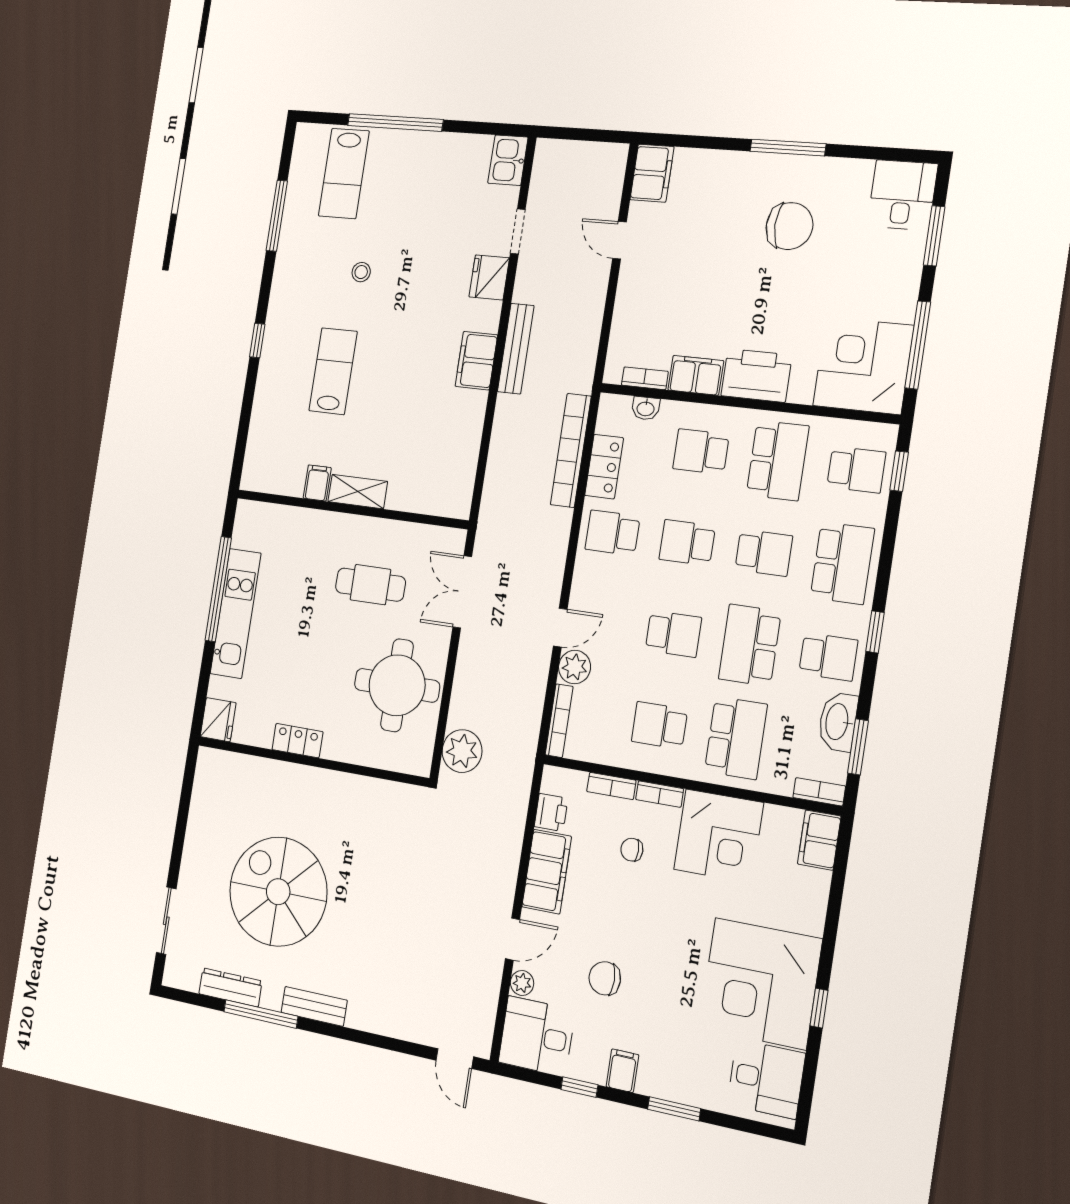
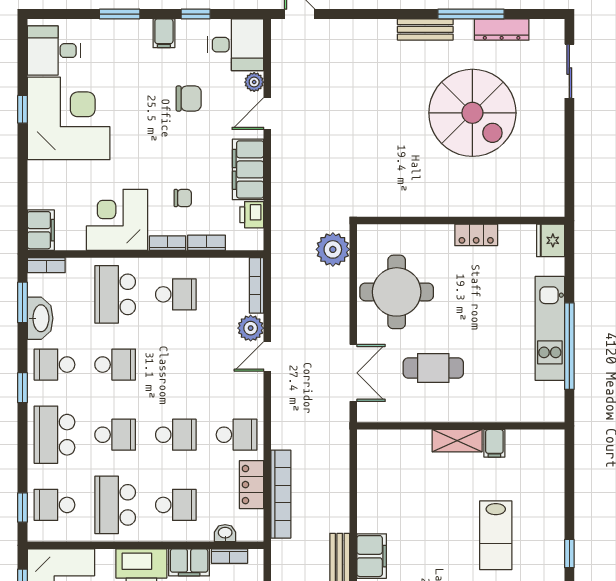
school desk: (764, 553) -> (115, 435), turned 180
school desk: (673, 634) -> (176, 365), removed
school desk: (750, 645) -> (115, 365), width x0.54

